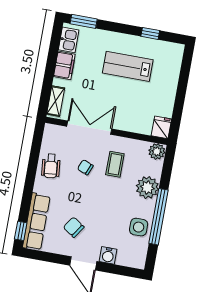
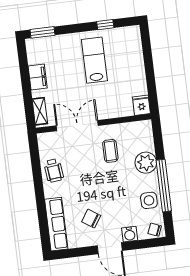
kitchen sink: (69, 40) -> (34, 53), removed
lab bench: (128, 66) -> (94, 60), turned 90
plant: (157, 151) -> (144, 128), removed
chair: (85, 167) -> (155, 230), moved
window: (21, 231) -> (45, 237), removed

